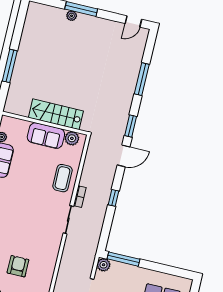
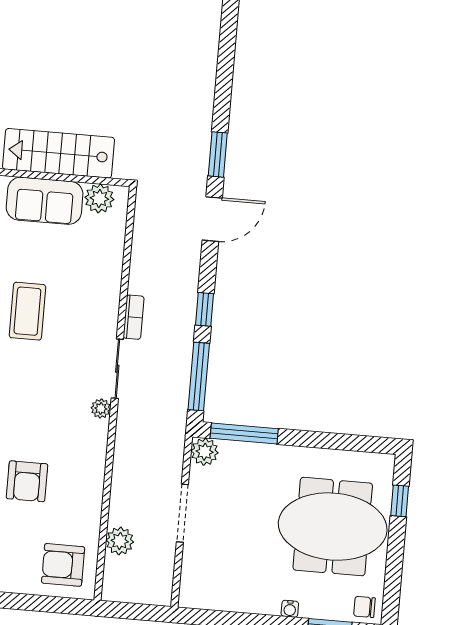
window: (142, 79) -> (199, 376), moved
coffee table: (62, 178) -> (27, 311), moved
plant: (58, 237) -> (101, 409), added
armchair: (18, 266) -> (27, 481), turned 180

